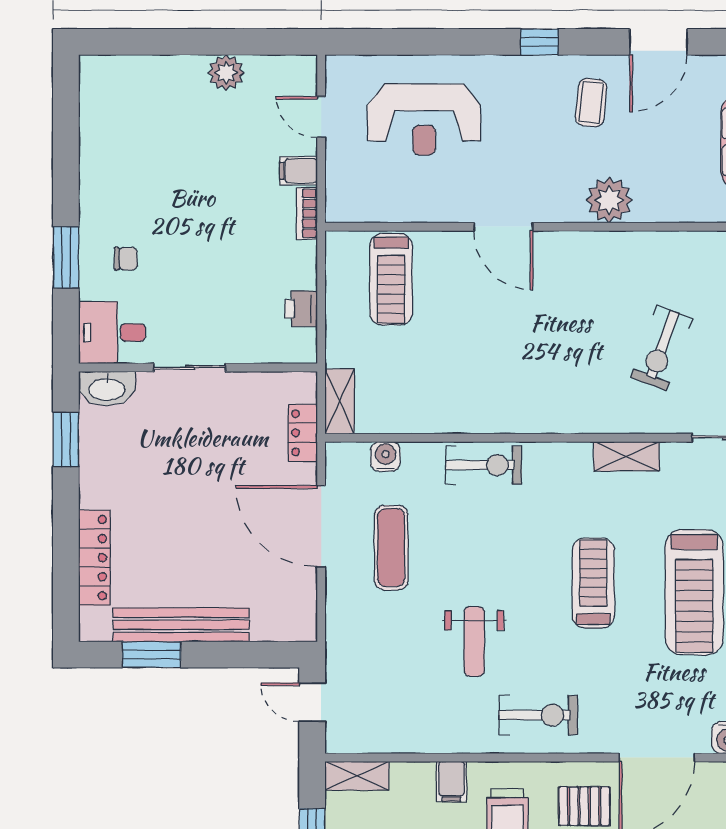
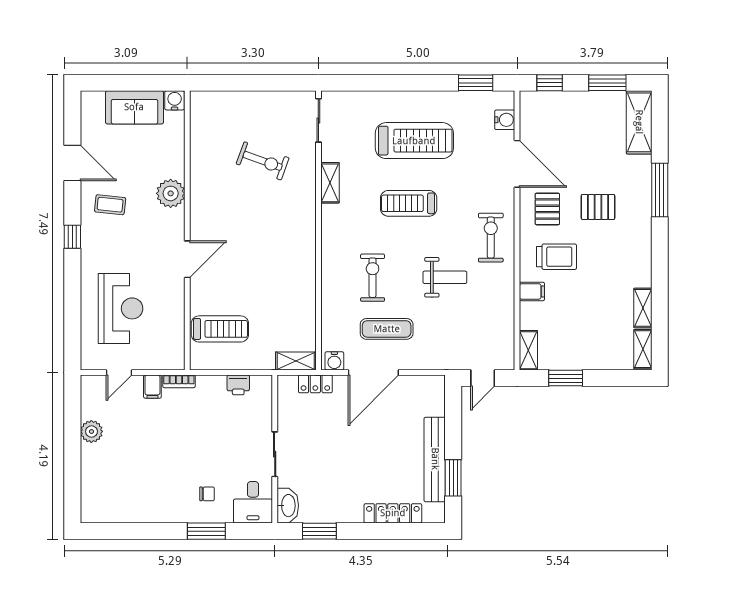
chair: (126, 259) -> (207, 494), turned 90
water cooler: (385, 456) -> (334, 361), moved, turned -90
exercise bike: (484, 465) -> (373, 278), moved

